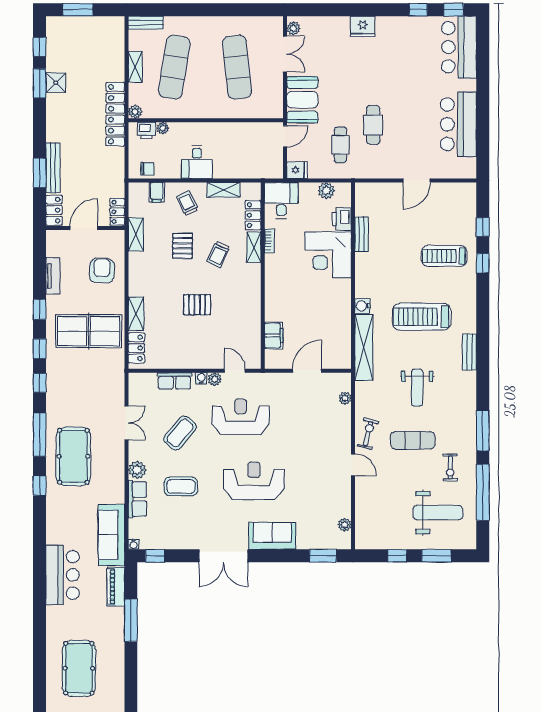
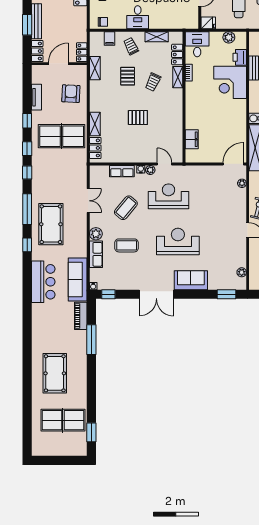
door: (307, 371) -> (233, 164), moved
bar counter: (62, 575) -> (43, 282), moved

